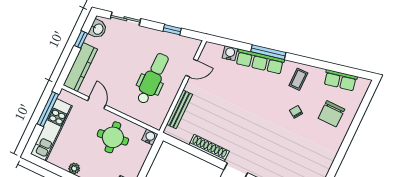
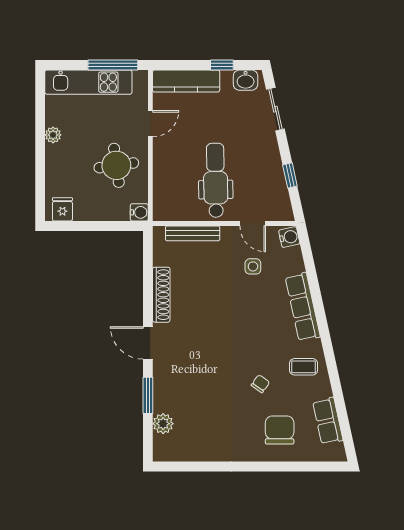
window: (268, 52) -> (320, 312), removed
water cooler: (230, 53) -> (289, 237), moved
dental chair: (153, 79) -> (216, 180), turned -91
side table: (219, 81) -> (253, 266), added
chair: (332, 114) -> (280, 430), turned 90

